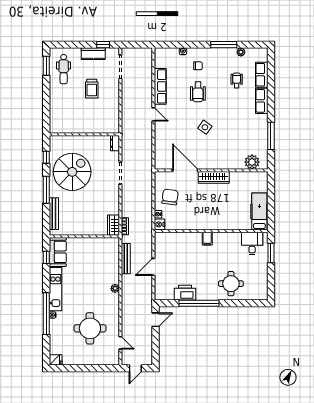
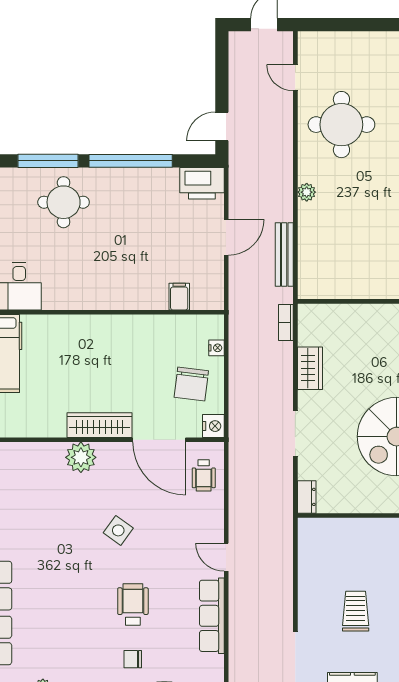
wheelchair: (237, 80) -> (204, 475), moved
plant: (252, 162) -> (81, 457), moved
nightstand: (160, 224) -> (213, 426), moved
wardrobe: (114, 225) -> (310, 368), moved
filing cabinet: (207, 239) -> (179, 297), moved
printer: (185, 293) -> (202, 183), moved
window: (238, 303) -> (48, 161), added
round table: (90, 328) -> (341, 125), moved

